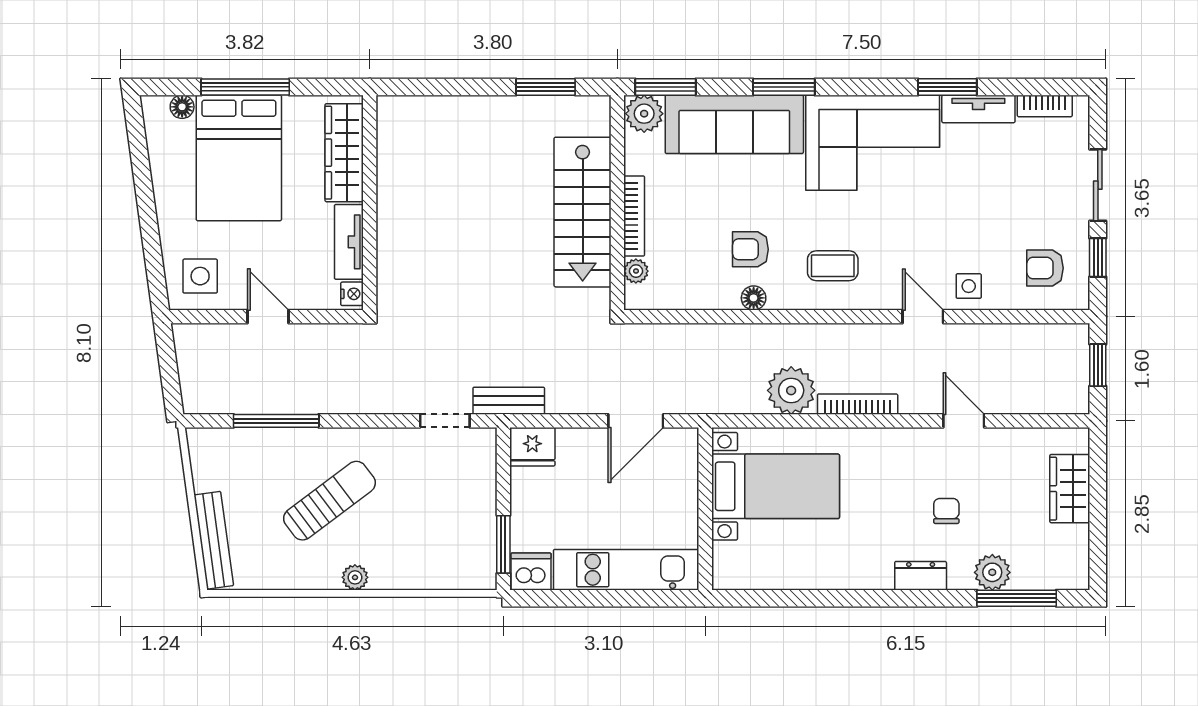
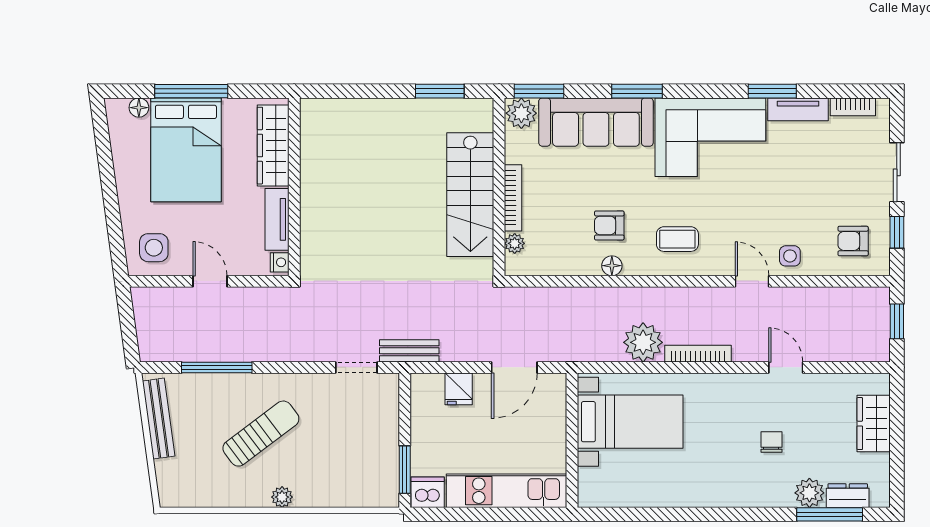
fridge: (532, 447) -> (459, 389), moved, width x0.72
bench: (214, 540) -> (159, 419), moved
dresser: (921, 576) -> (848, 496), moved

